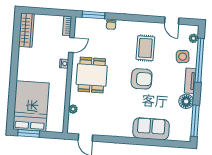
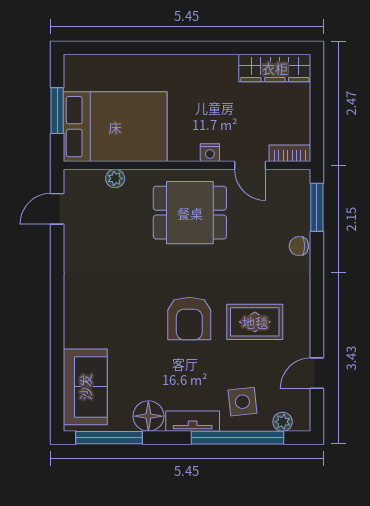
bed: (31, 106) -> (115, 127), moved
sofa: (151, 129) -> (85, 387), moved
window: (29, 133) -> (57, 111), moved

